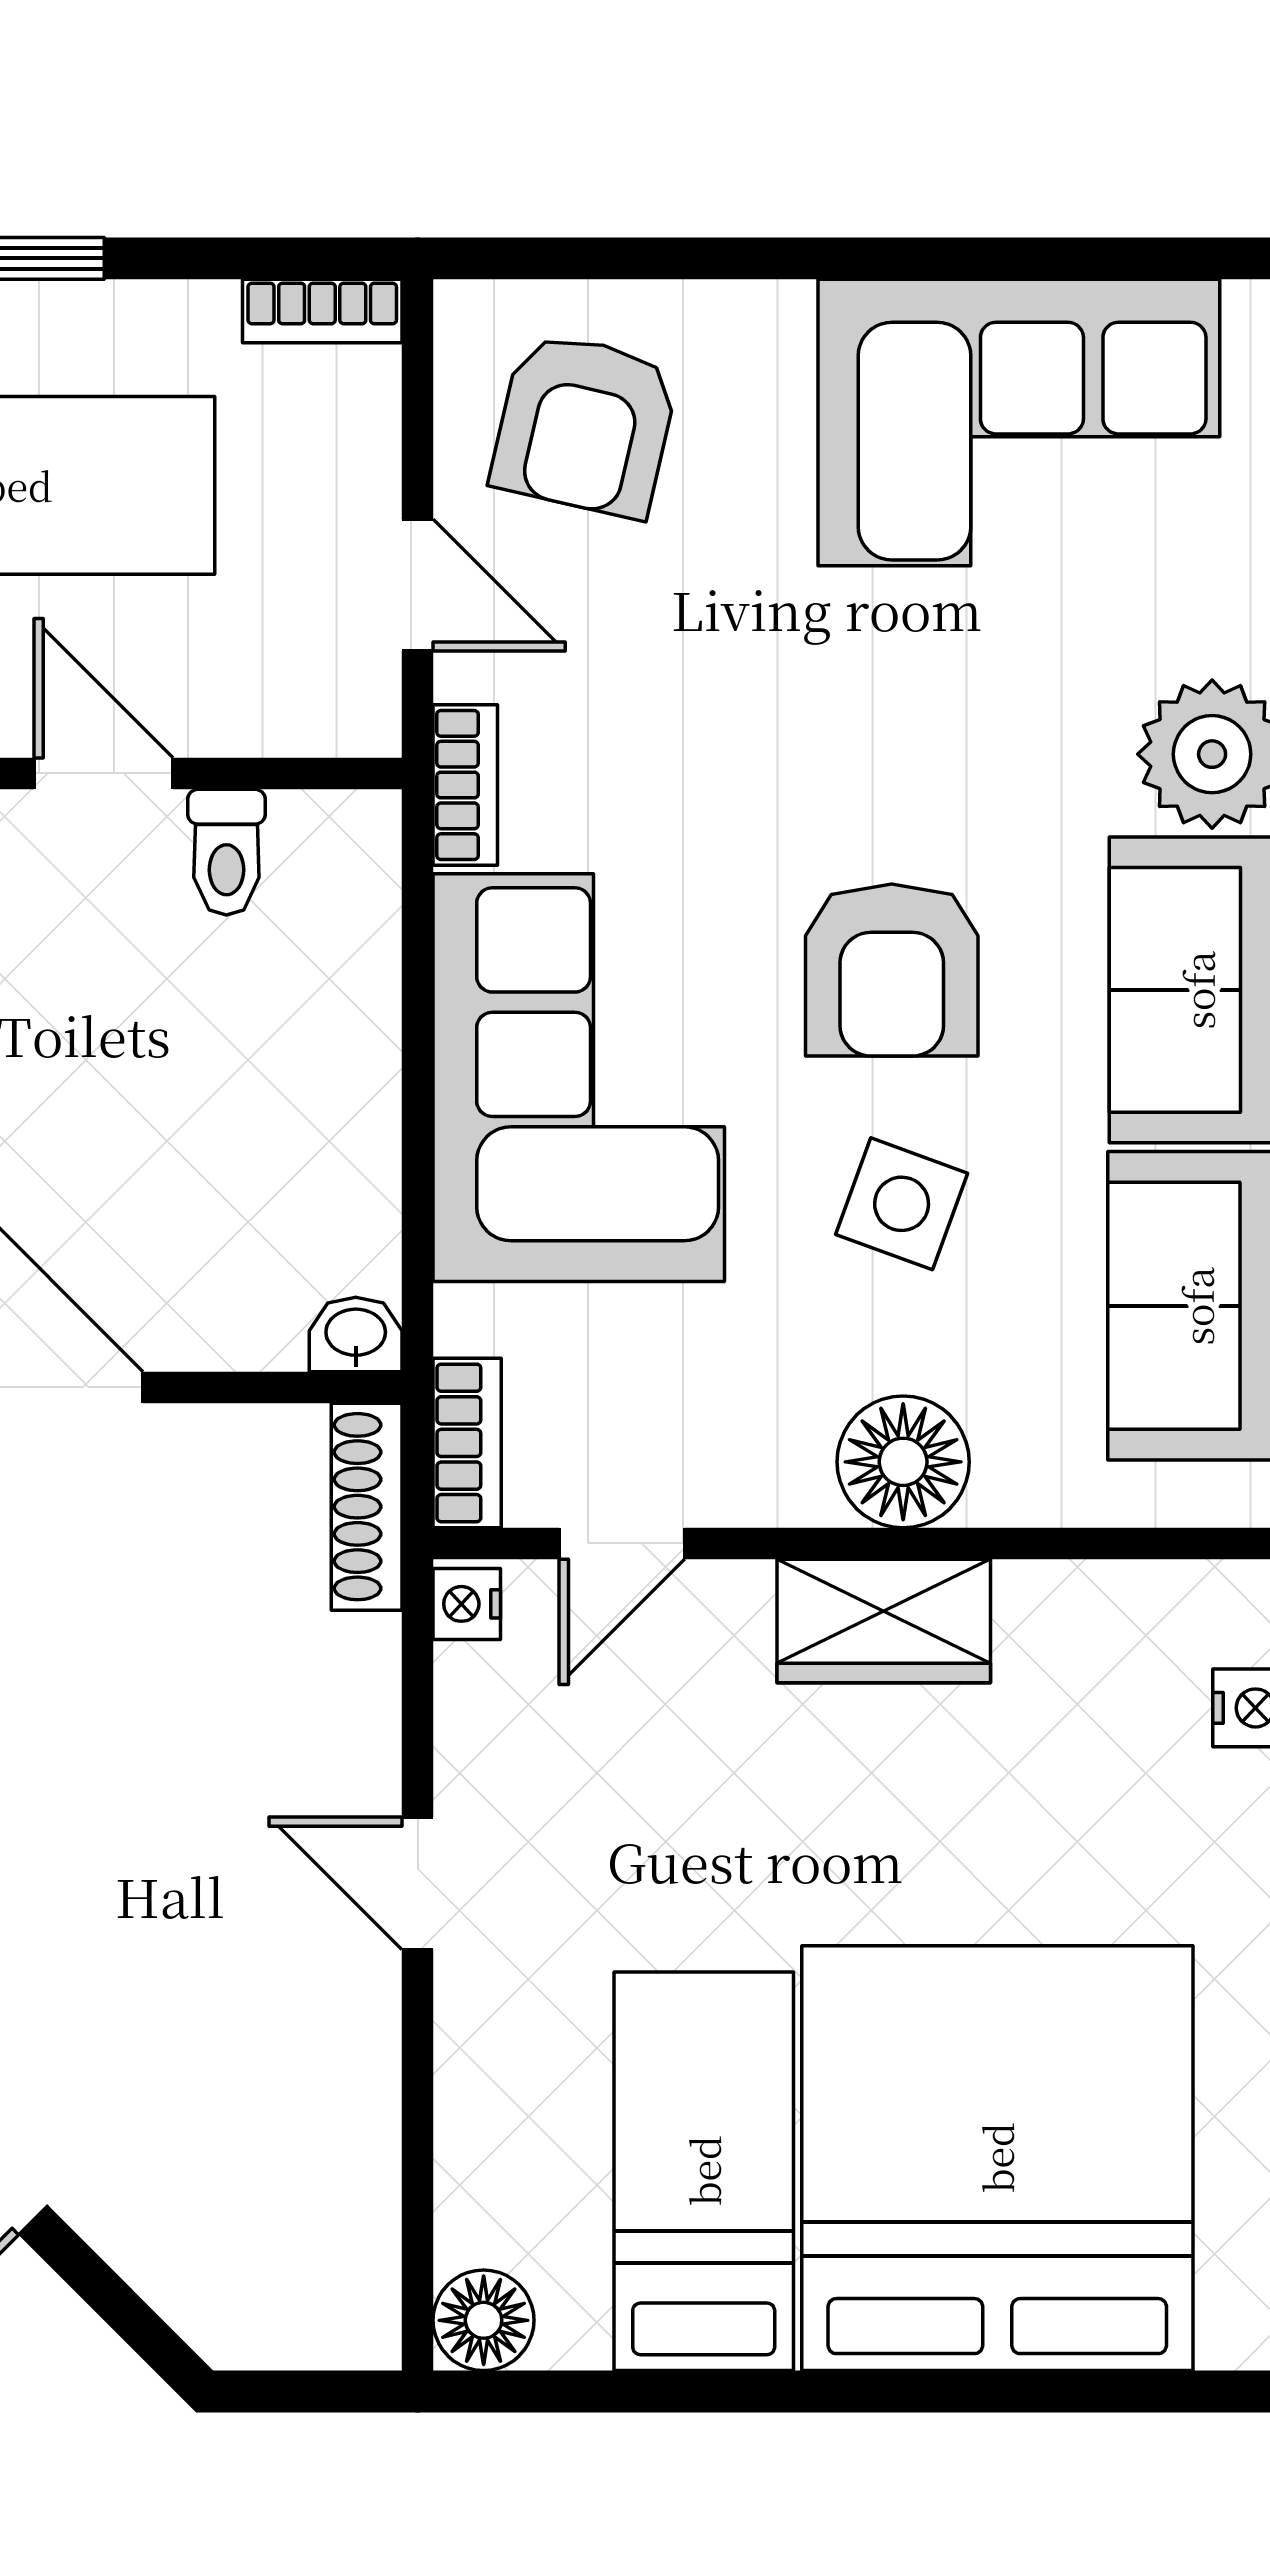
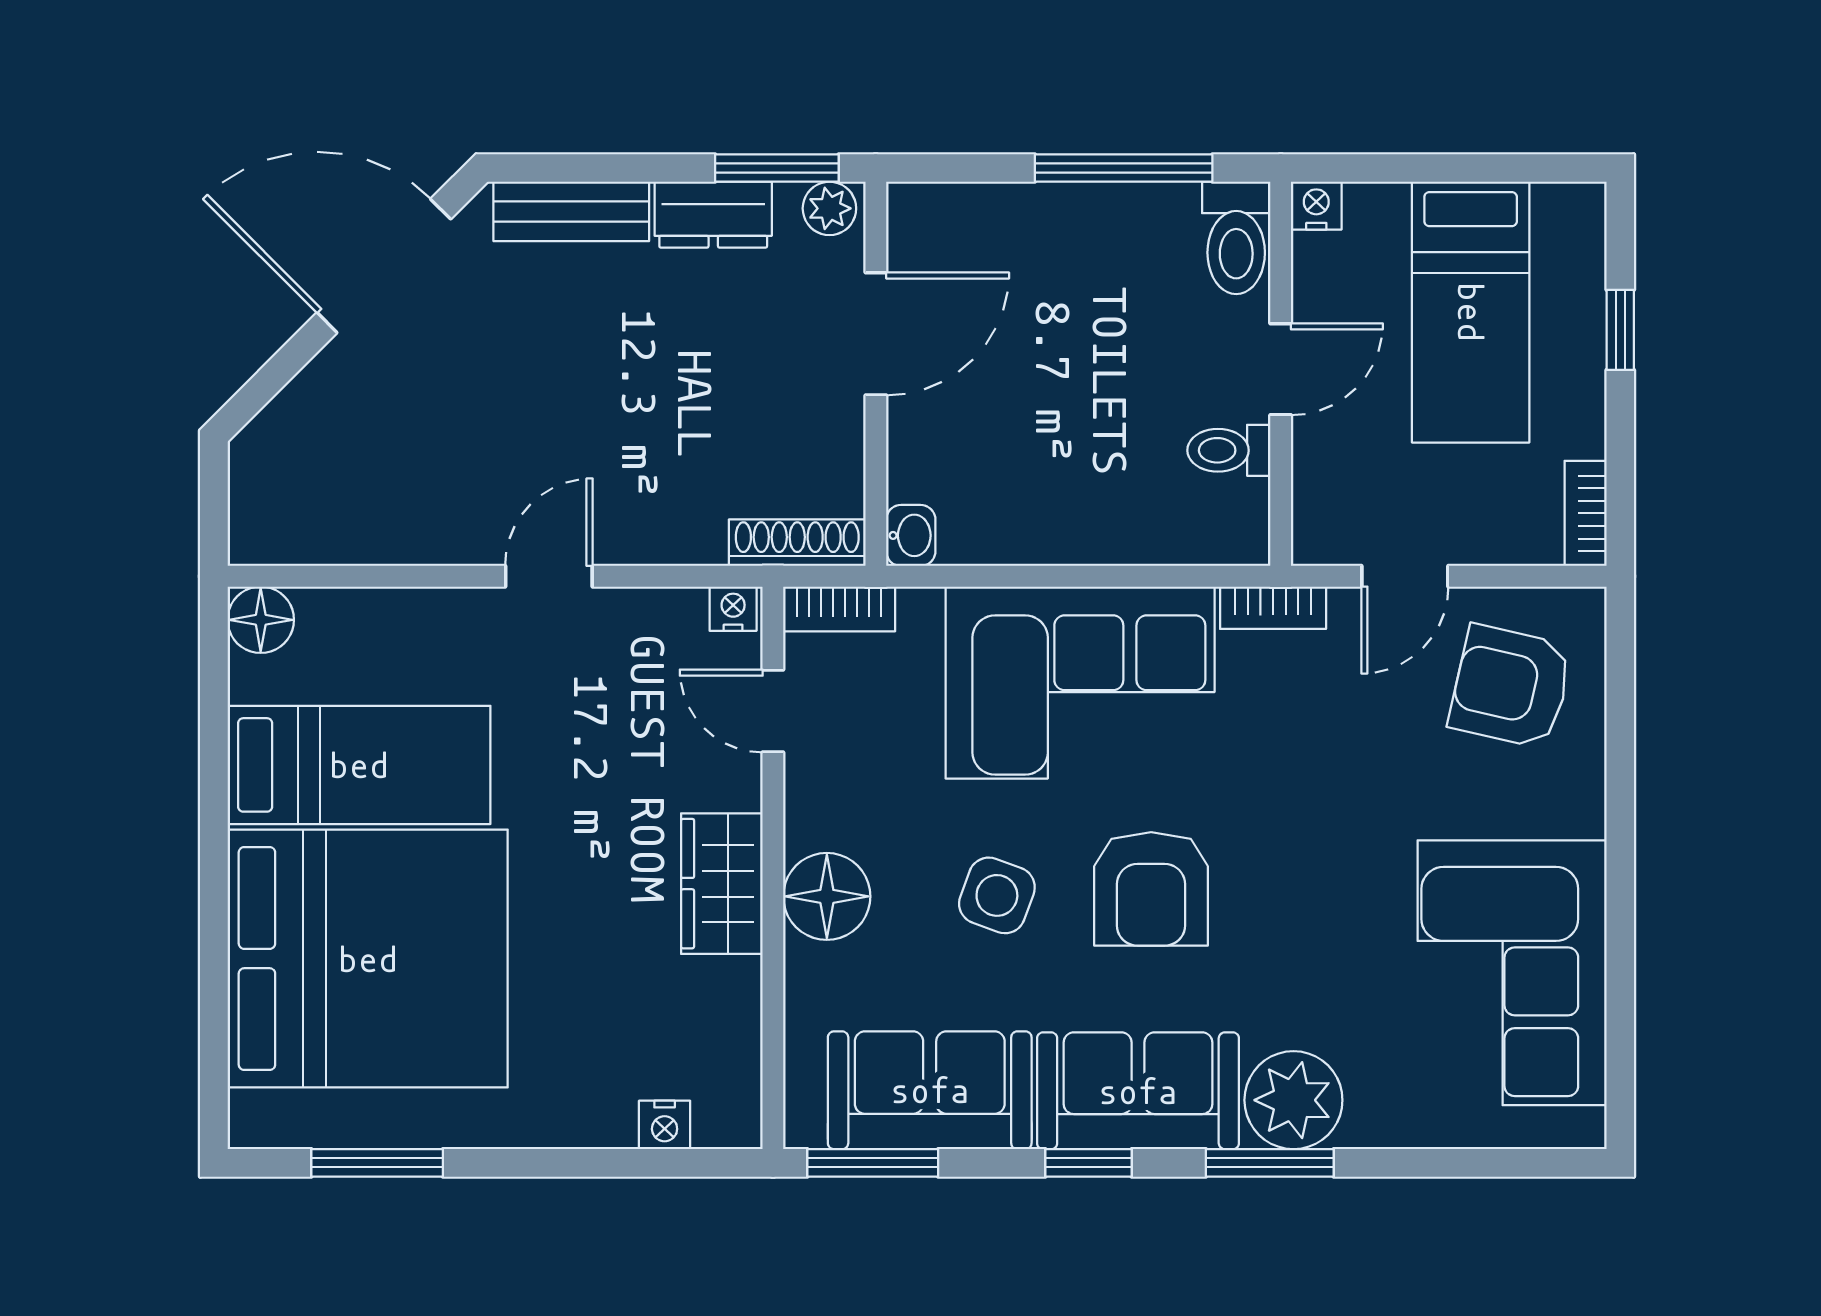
armchair: (892, 970) -> (1151, 889), turned -90

